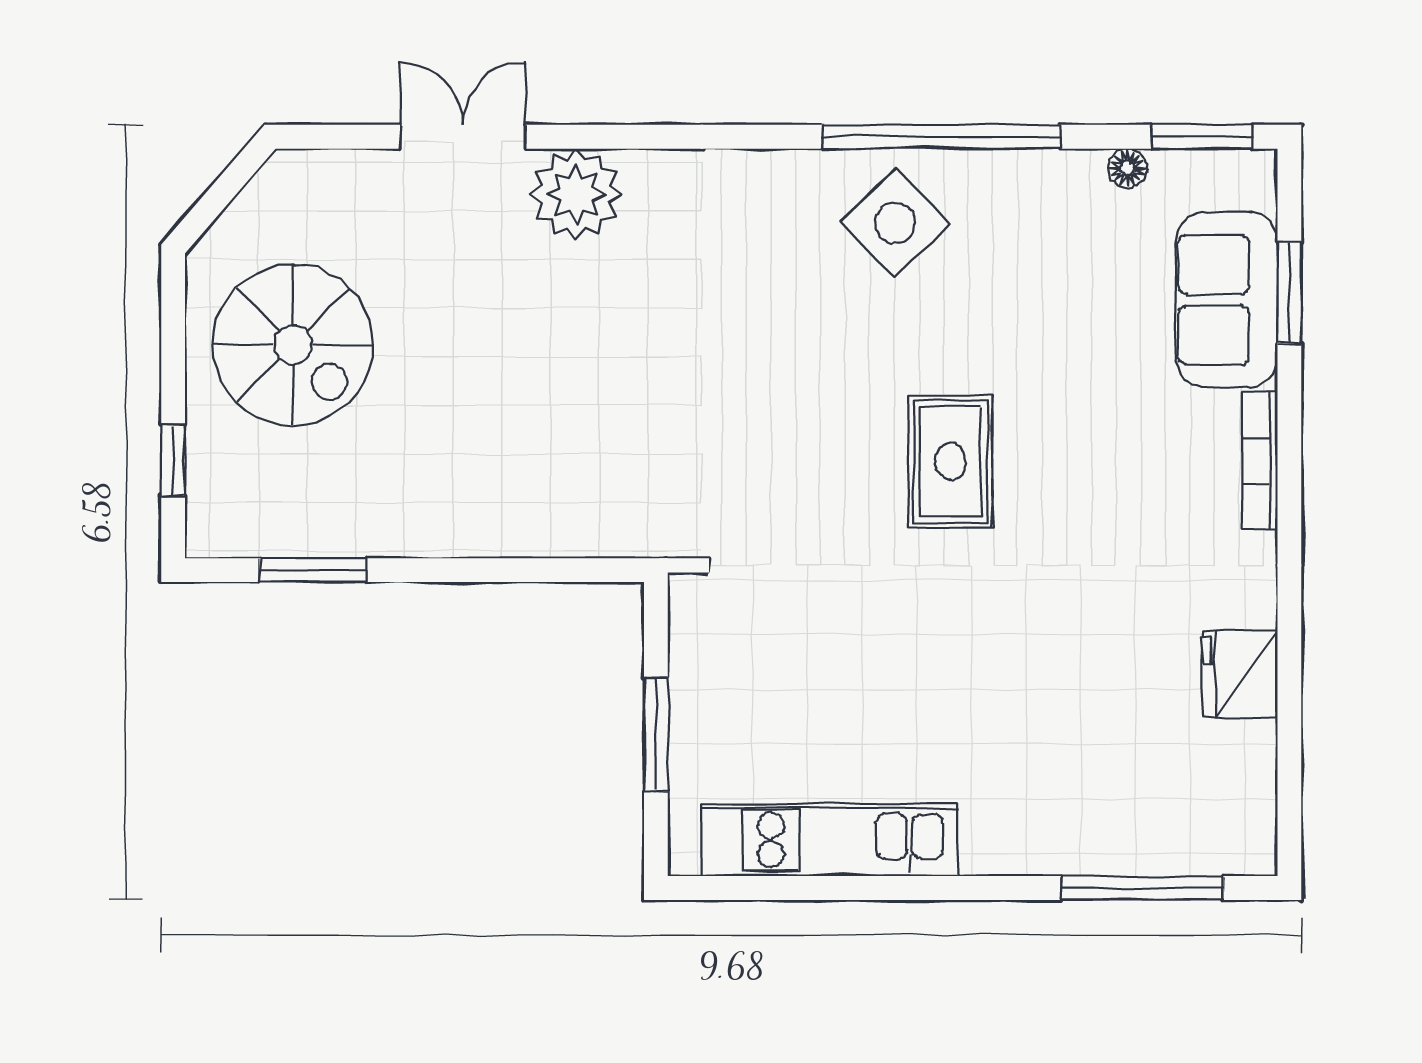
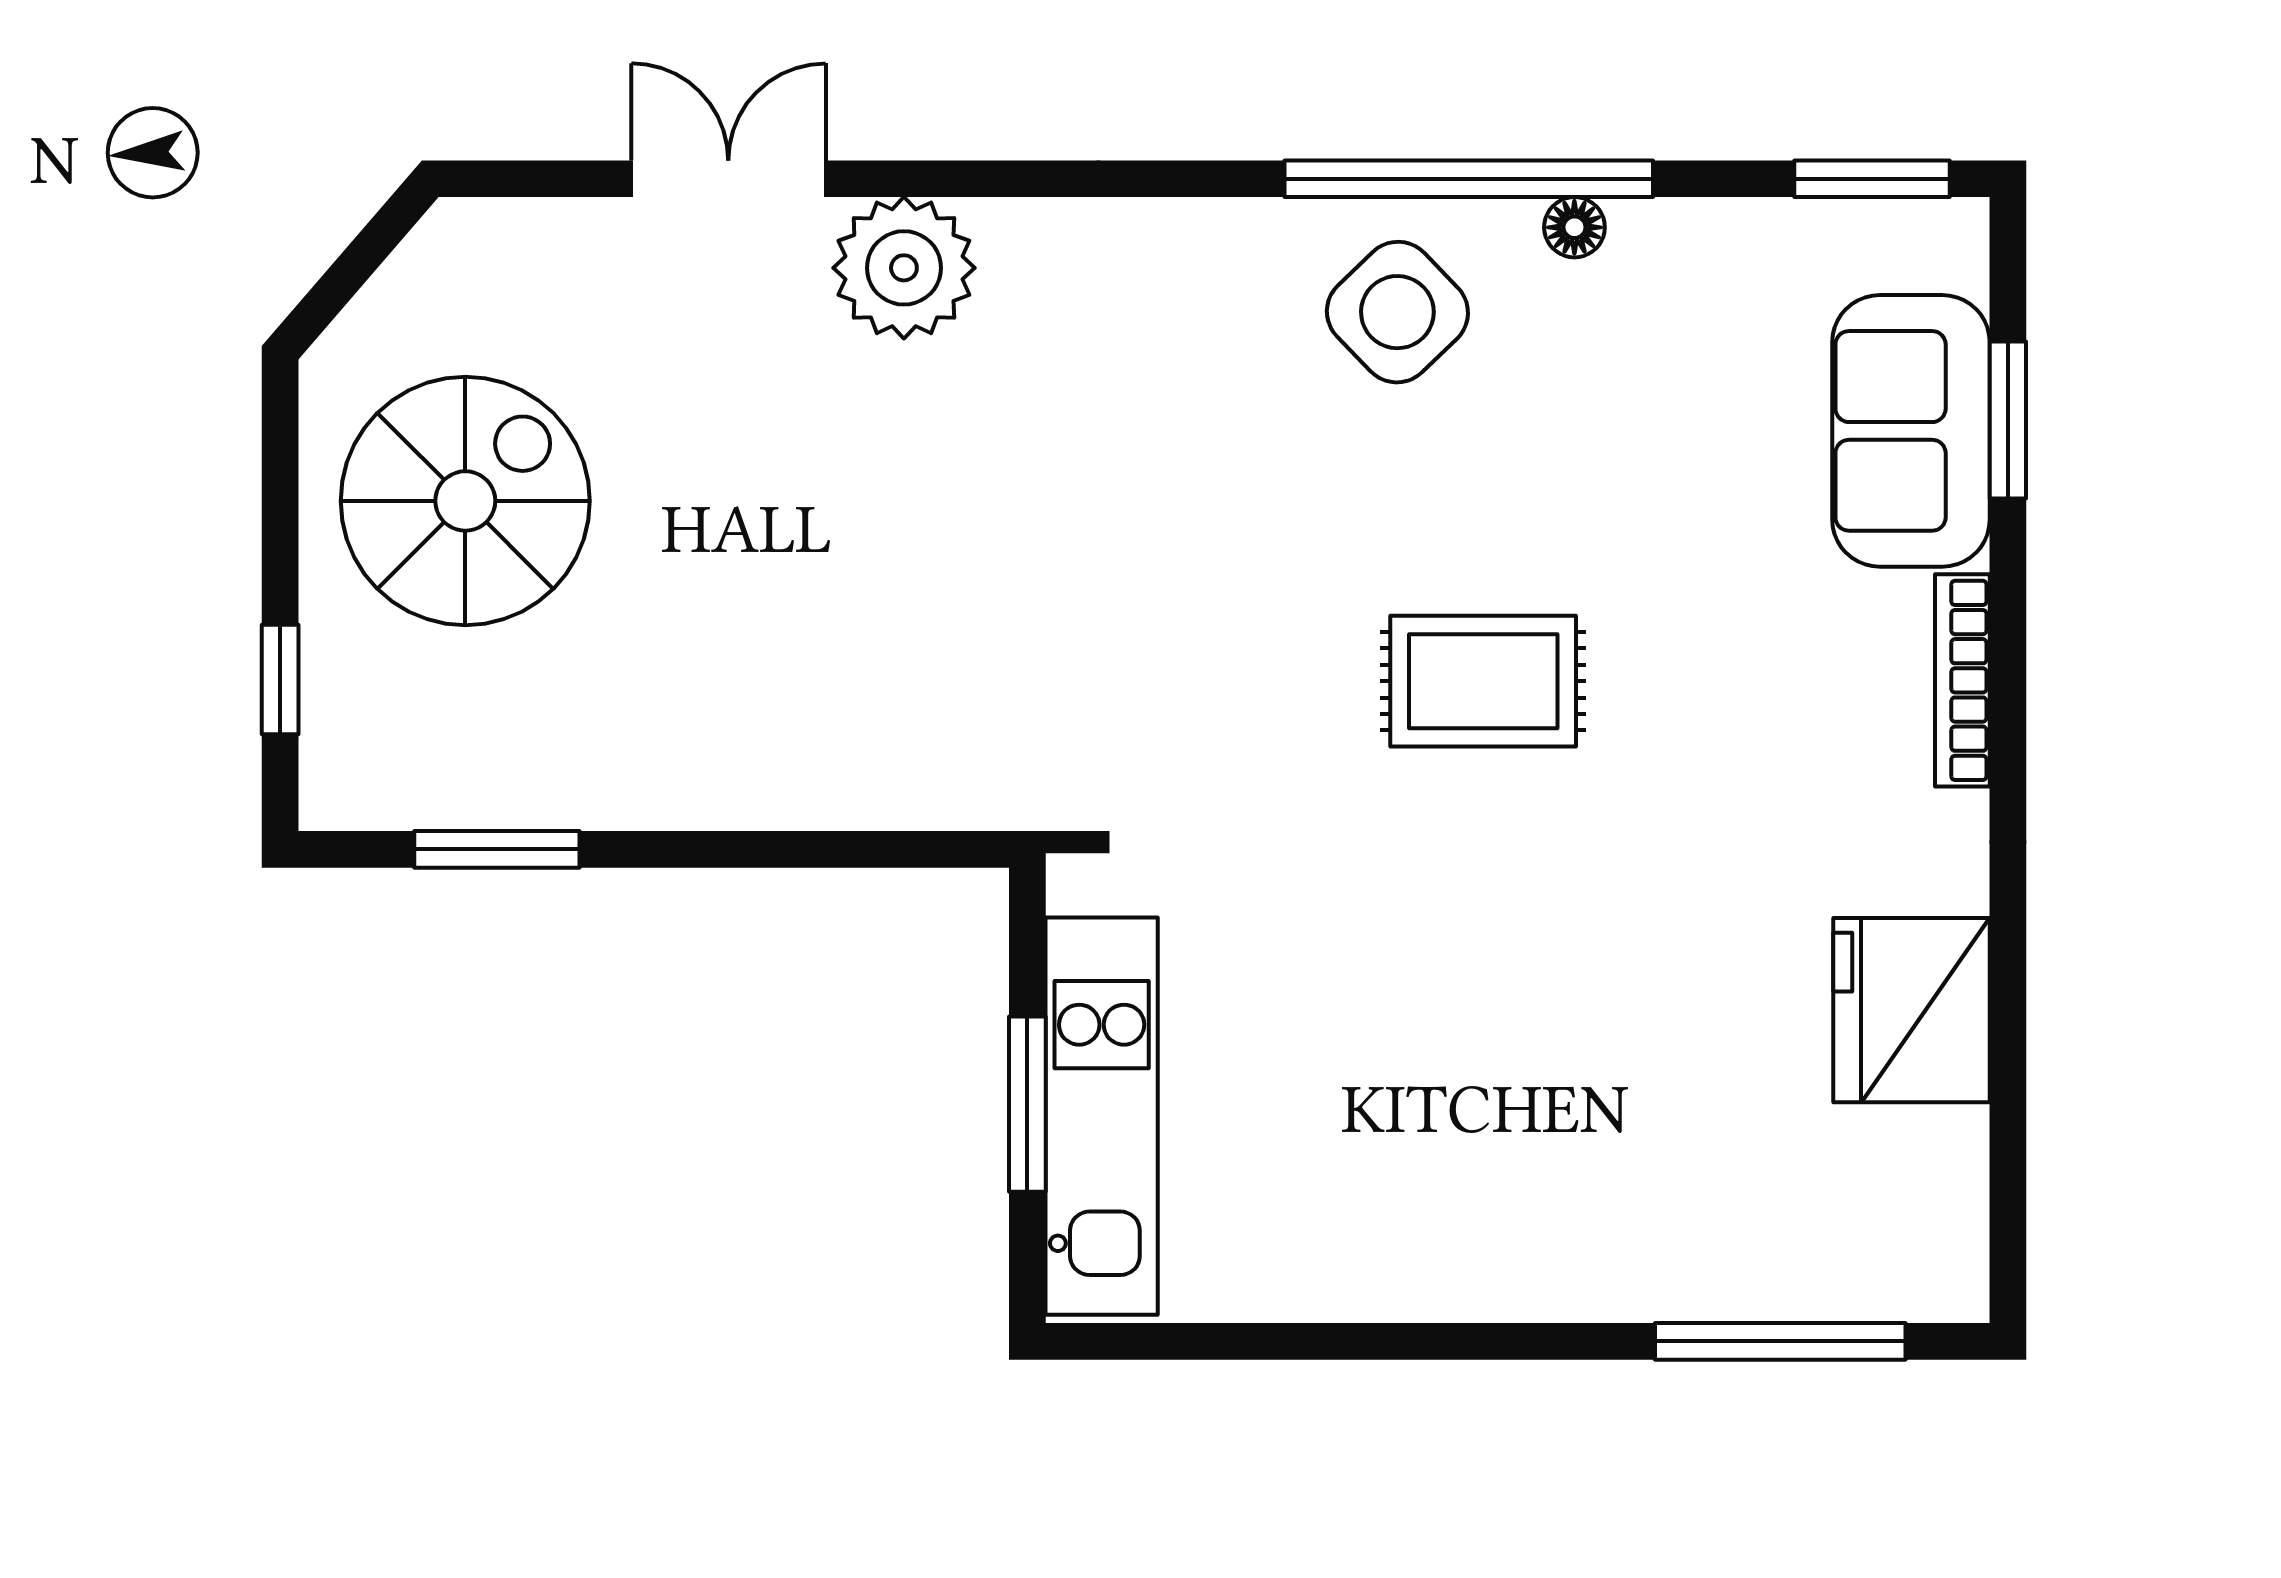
floor lamp: (1127, 168) -> (1574, 227), moved
spiral stairs: (293, 345) -> (465, 501), turned -90
rug: (950, 461) -> (1483, 681), turned 90
fridge: (1240, 674) -> (1911, 1010), width x1.36, depth x1.34
kitchen unit: (830, 840) -> (1102, 1116), moved, turned 90

